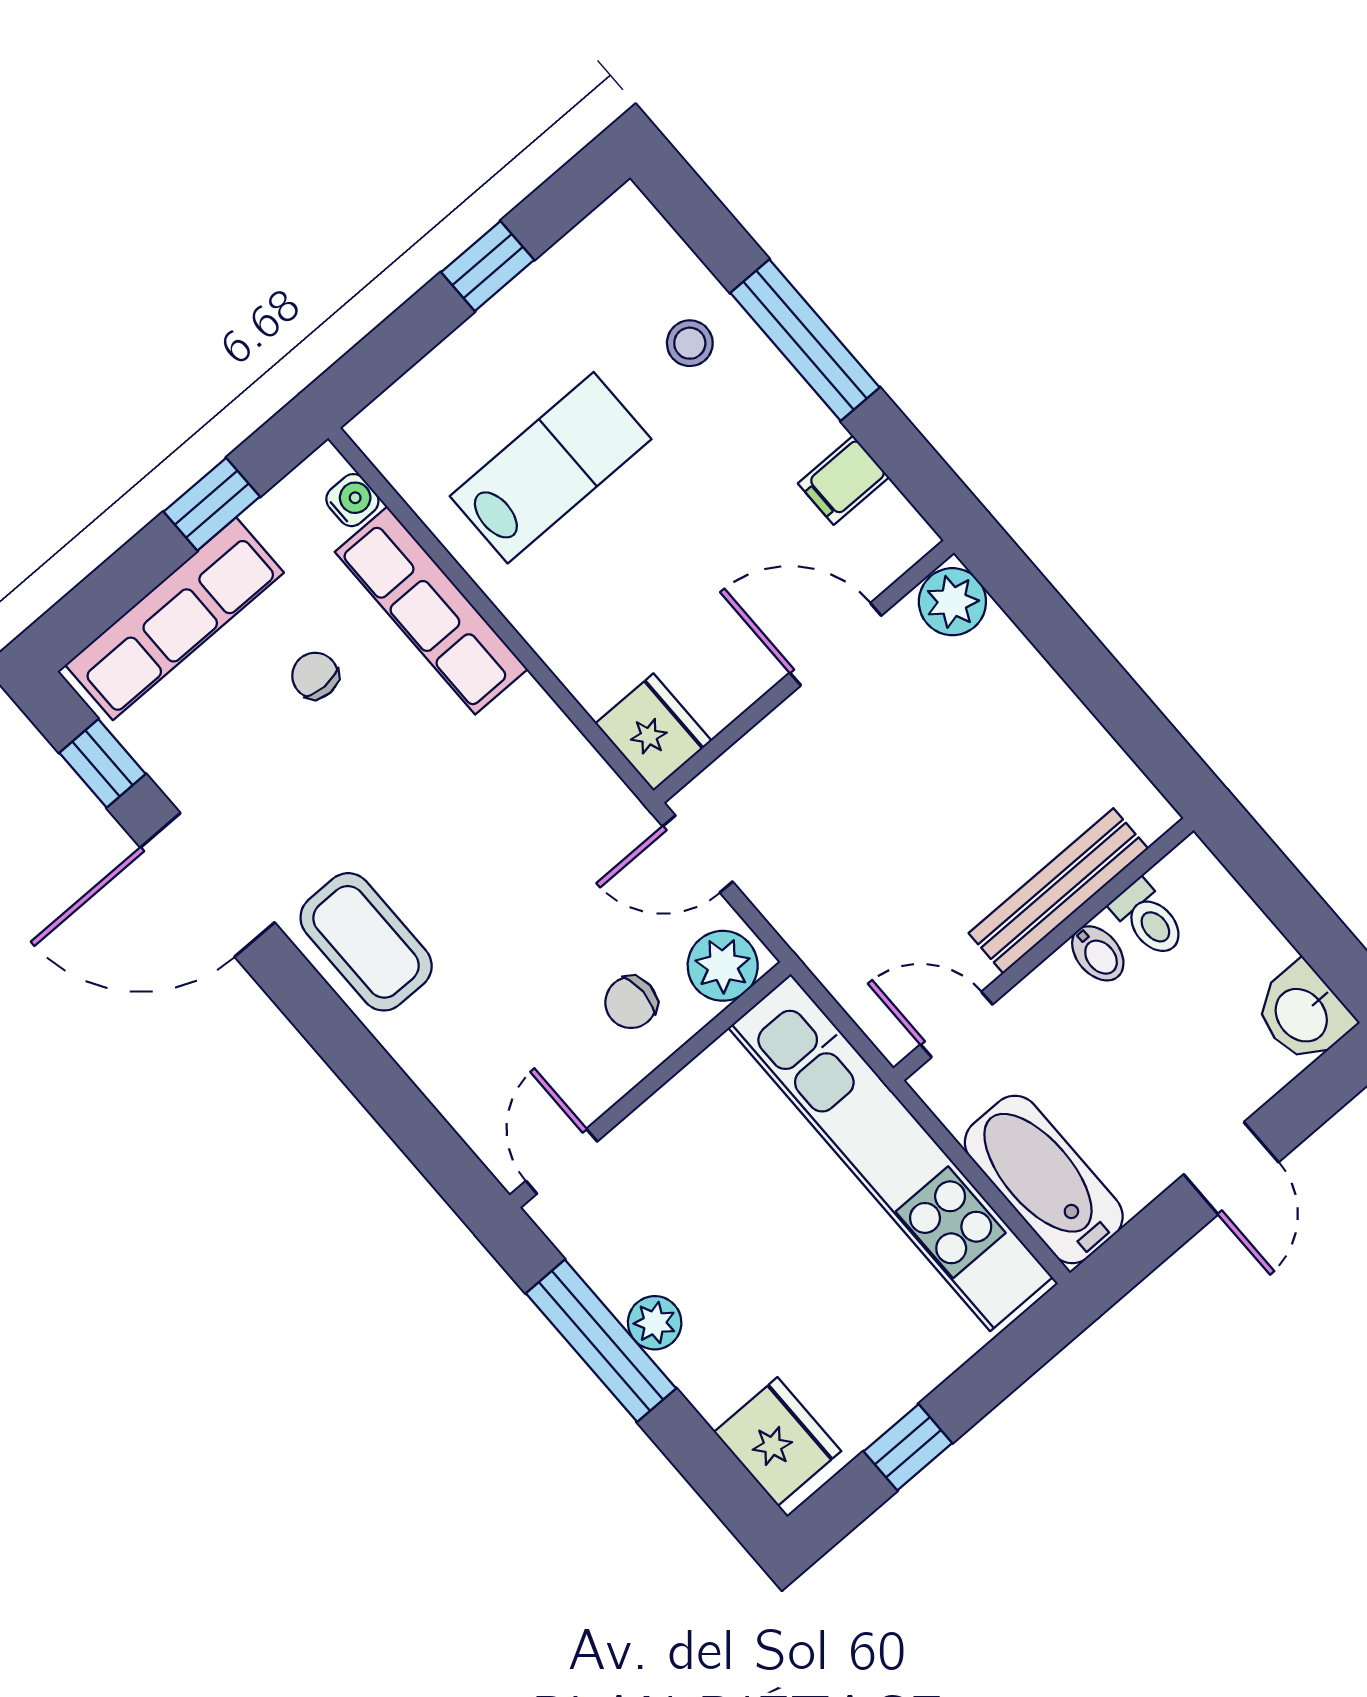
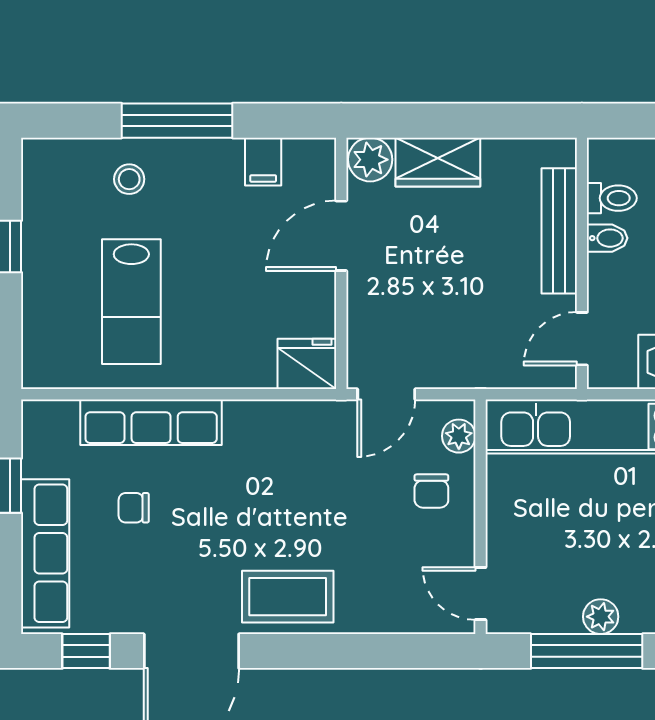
lab bench: (551, 468) -> (131, 302), turned 180
water cooler: (352, 500) -> (62, 414), removed
wardrobe: (1017, 682) -> (438, 162), added
plant: (723, 966) -> (459, 436), width x0.73, depth x0.73

